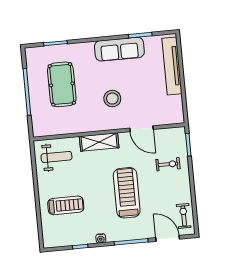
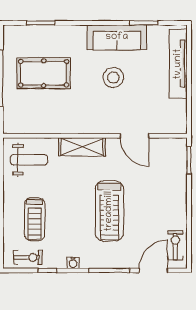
pool table: (62, 84) -> (44, 73), turned 90
stool: (112, 99) -> (113, 77), moved
exercise bike: (168, 164) -> (28, 257), moved
treadmill: (127, 193) -> (109, 211), turned 180
treadmill: (66, 205) -> (35, 219), turned 90
door: (168, 238) -> (153, 270), hinge flipped

